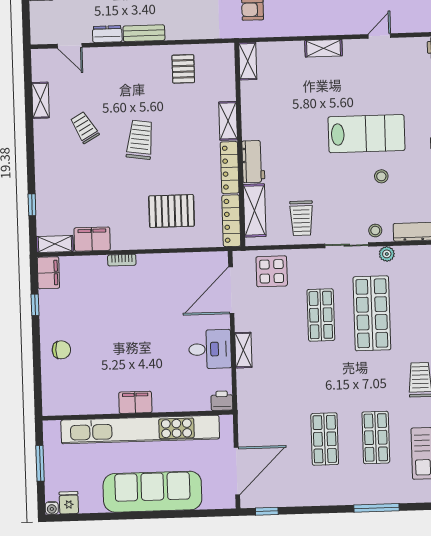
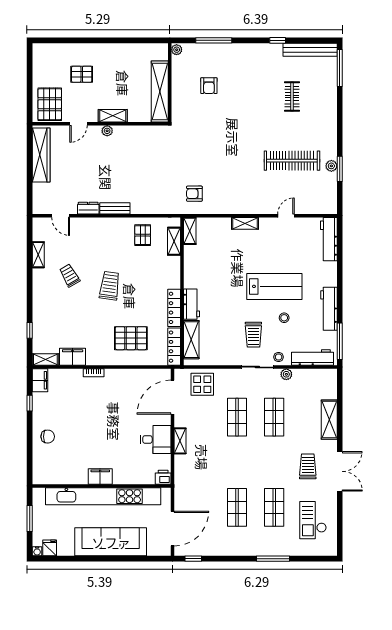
shelving: (228, 121) -> (174, 241), moved
trolley: (301, 218) -> (253, 335), moved
shop shelf: (372, 313) -> (274, 417), width x0.70, depth x0.74

